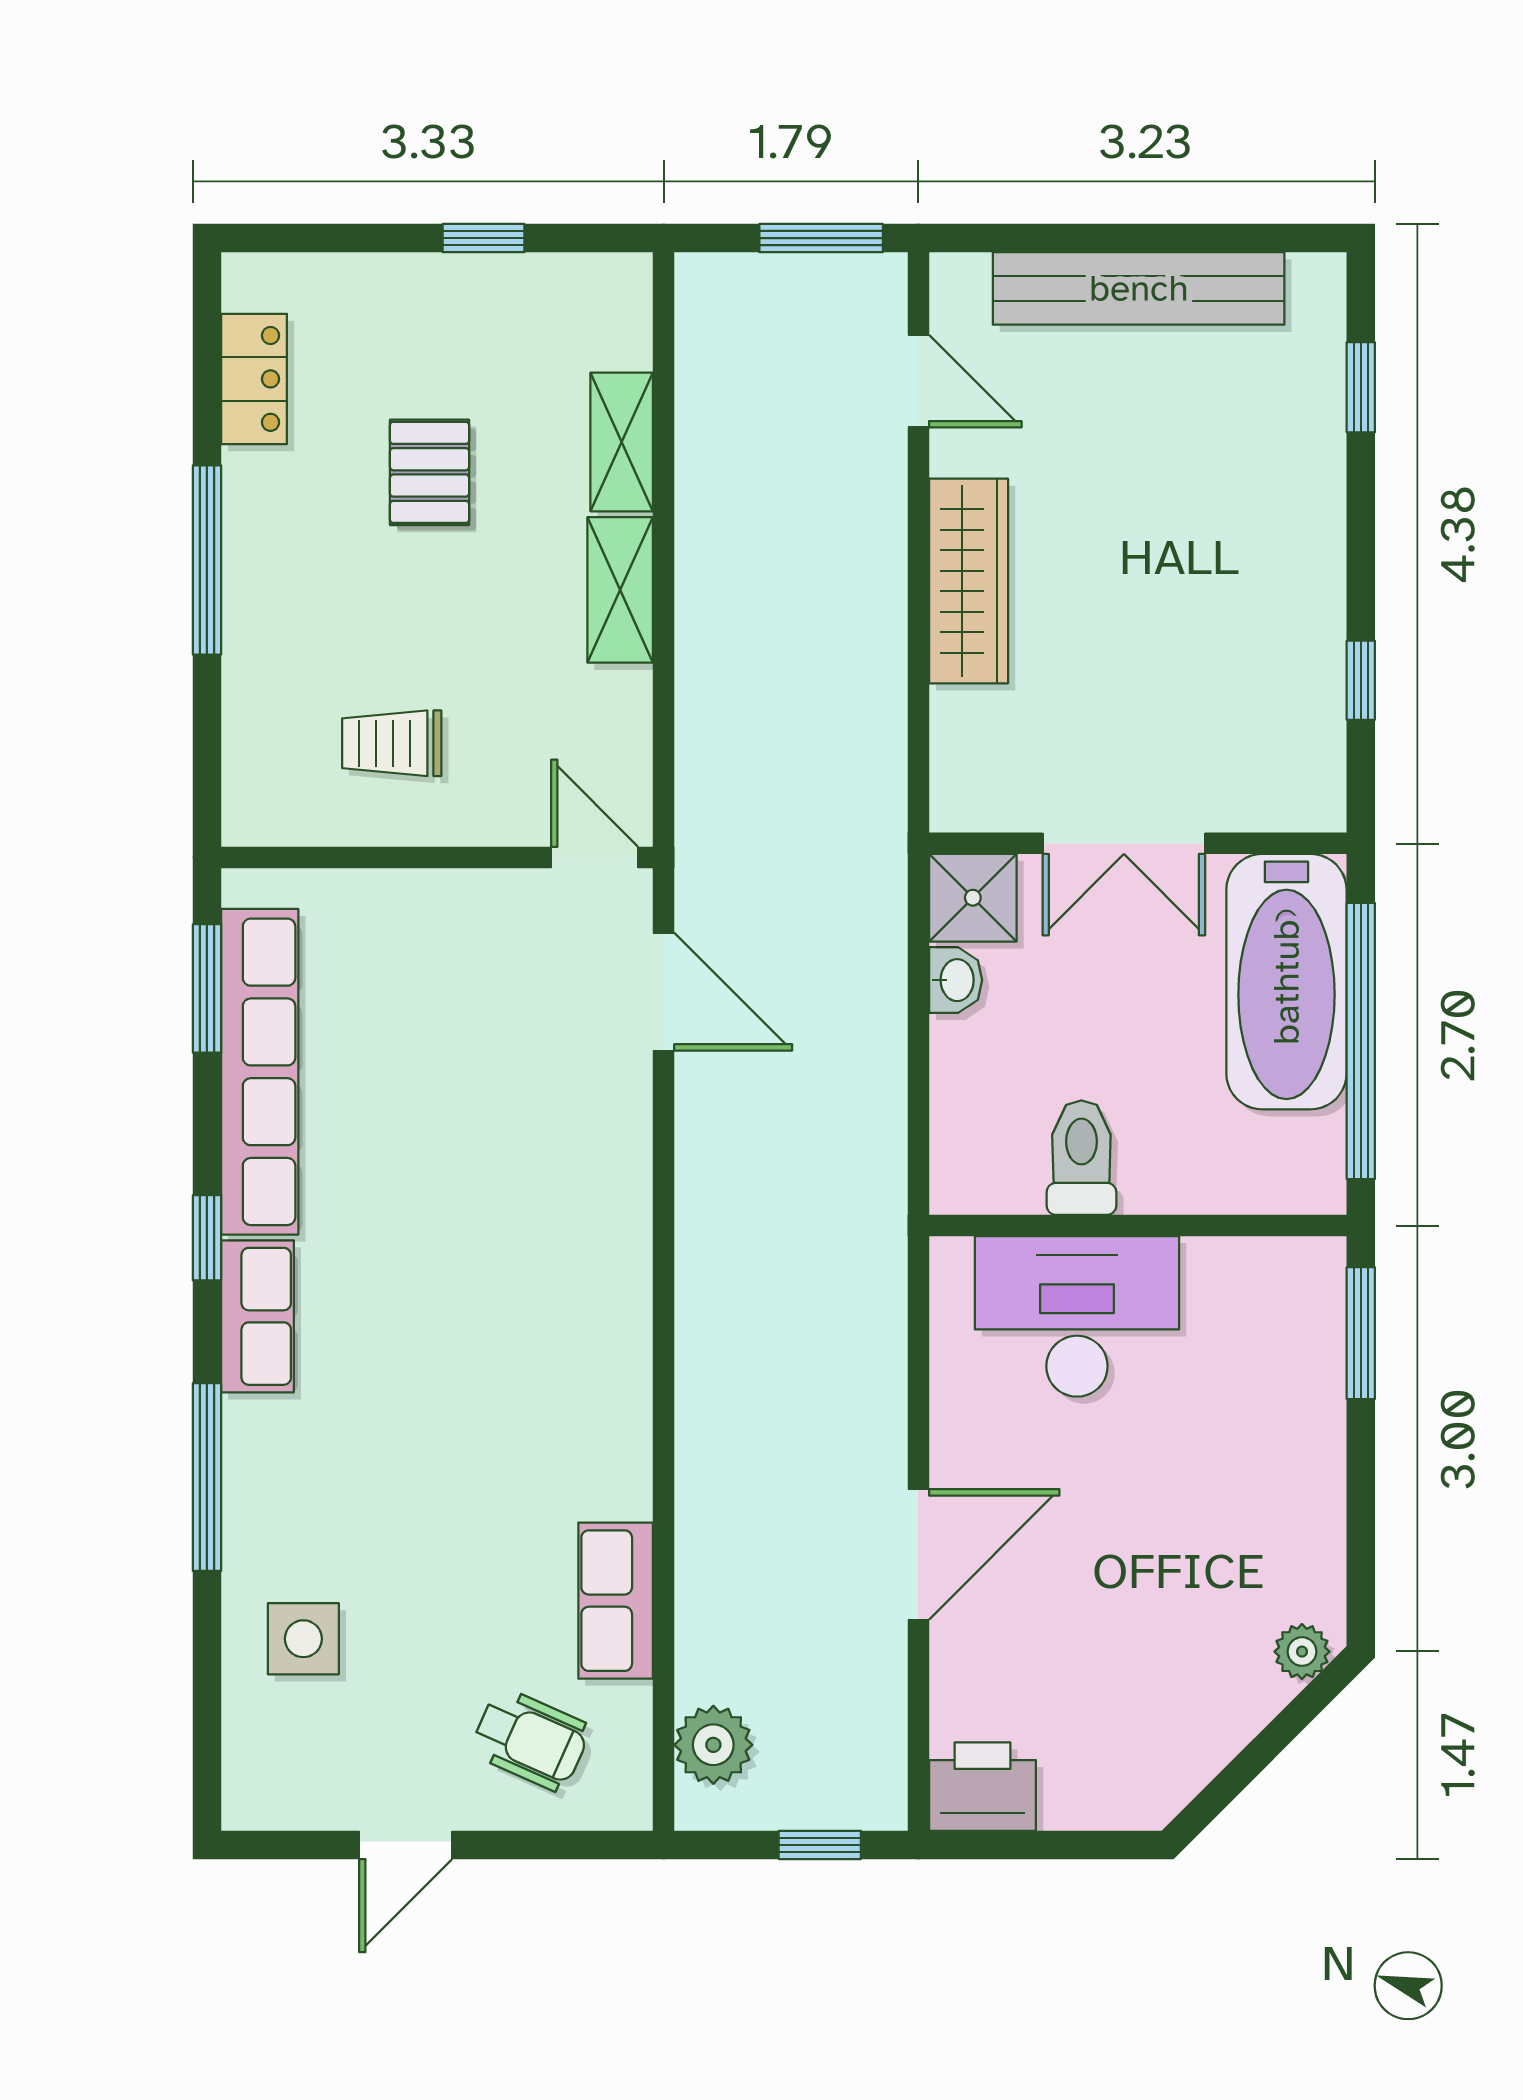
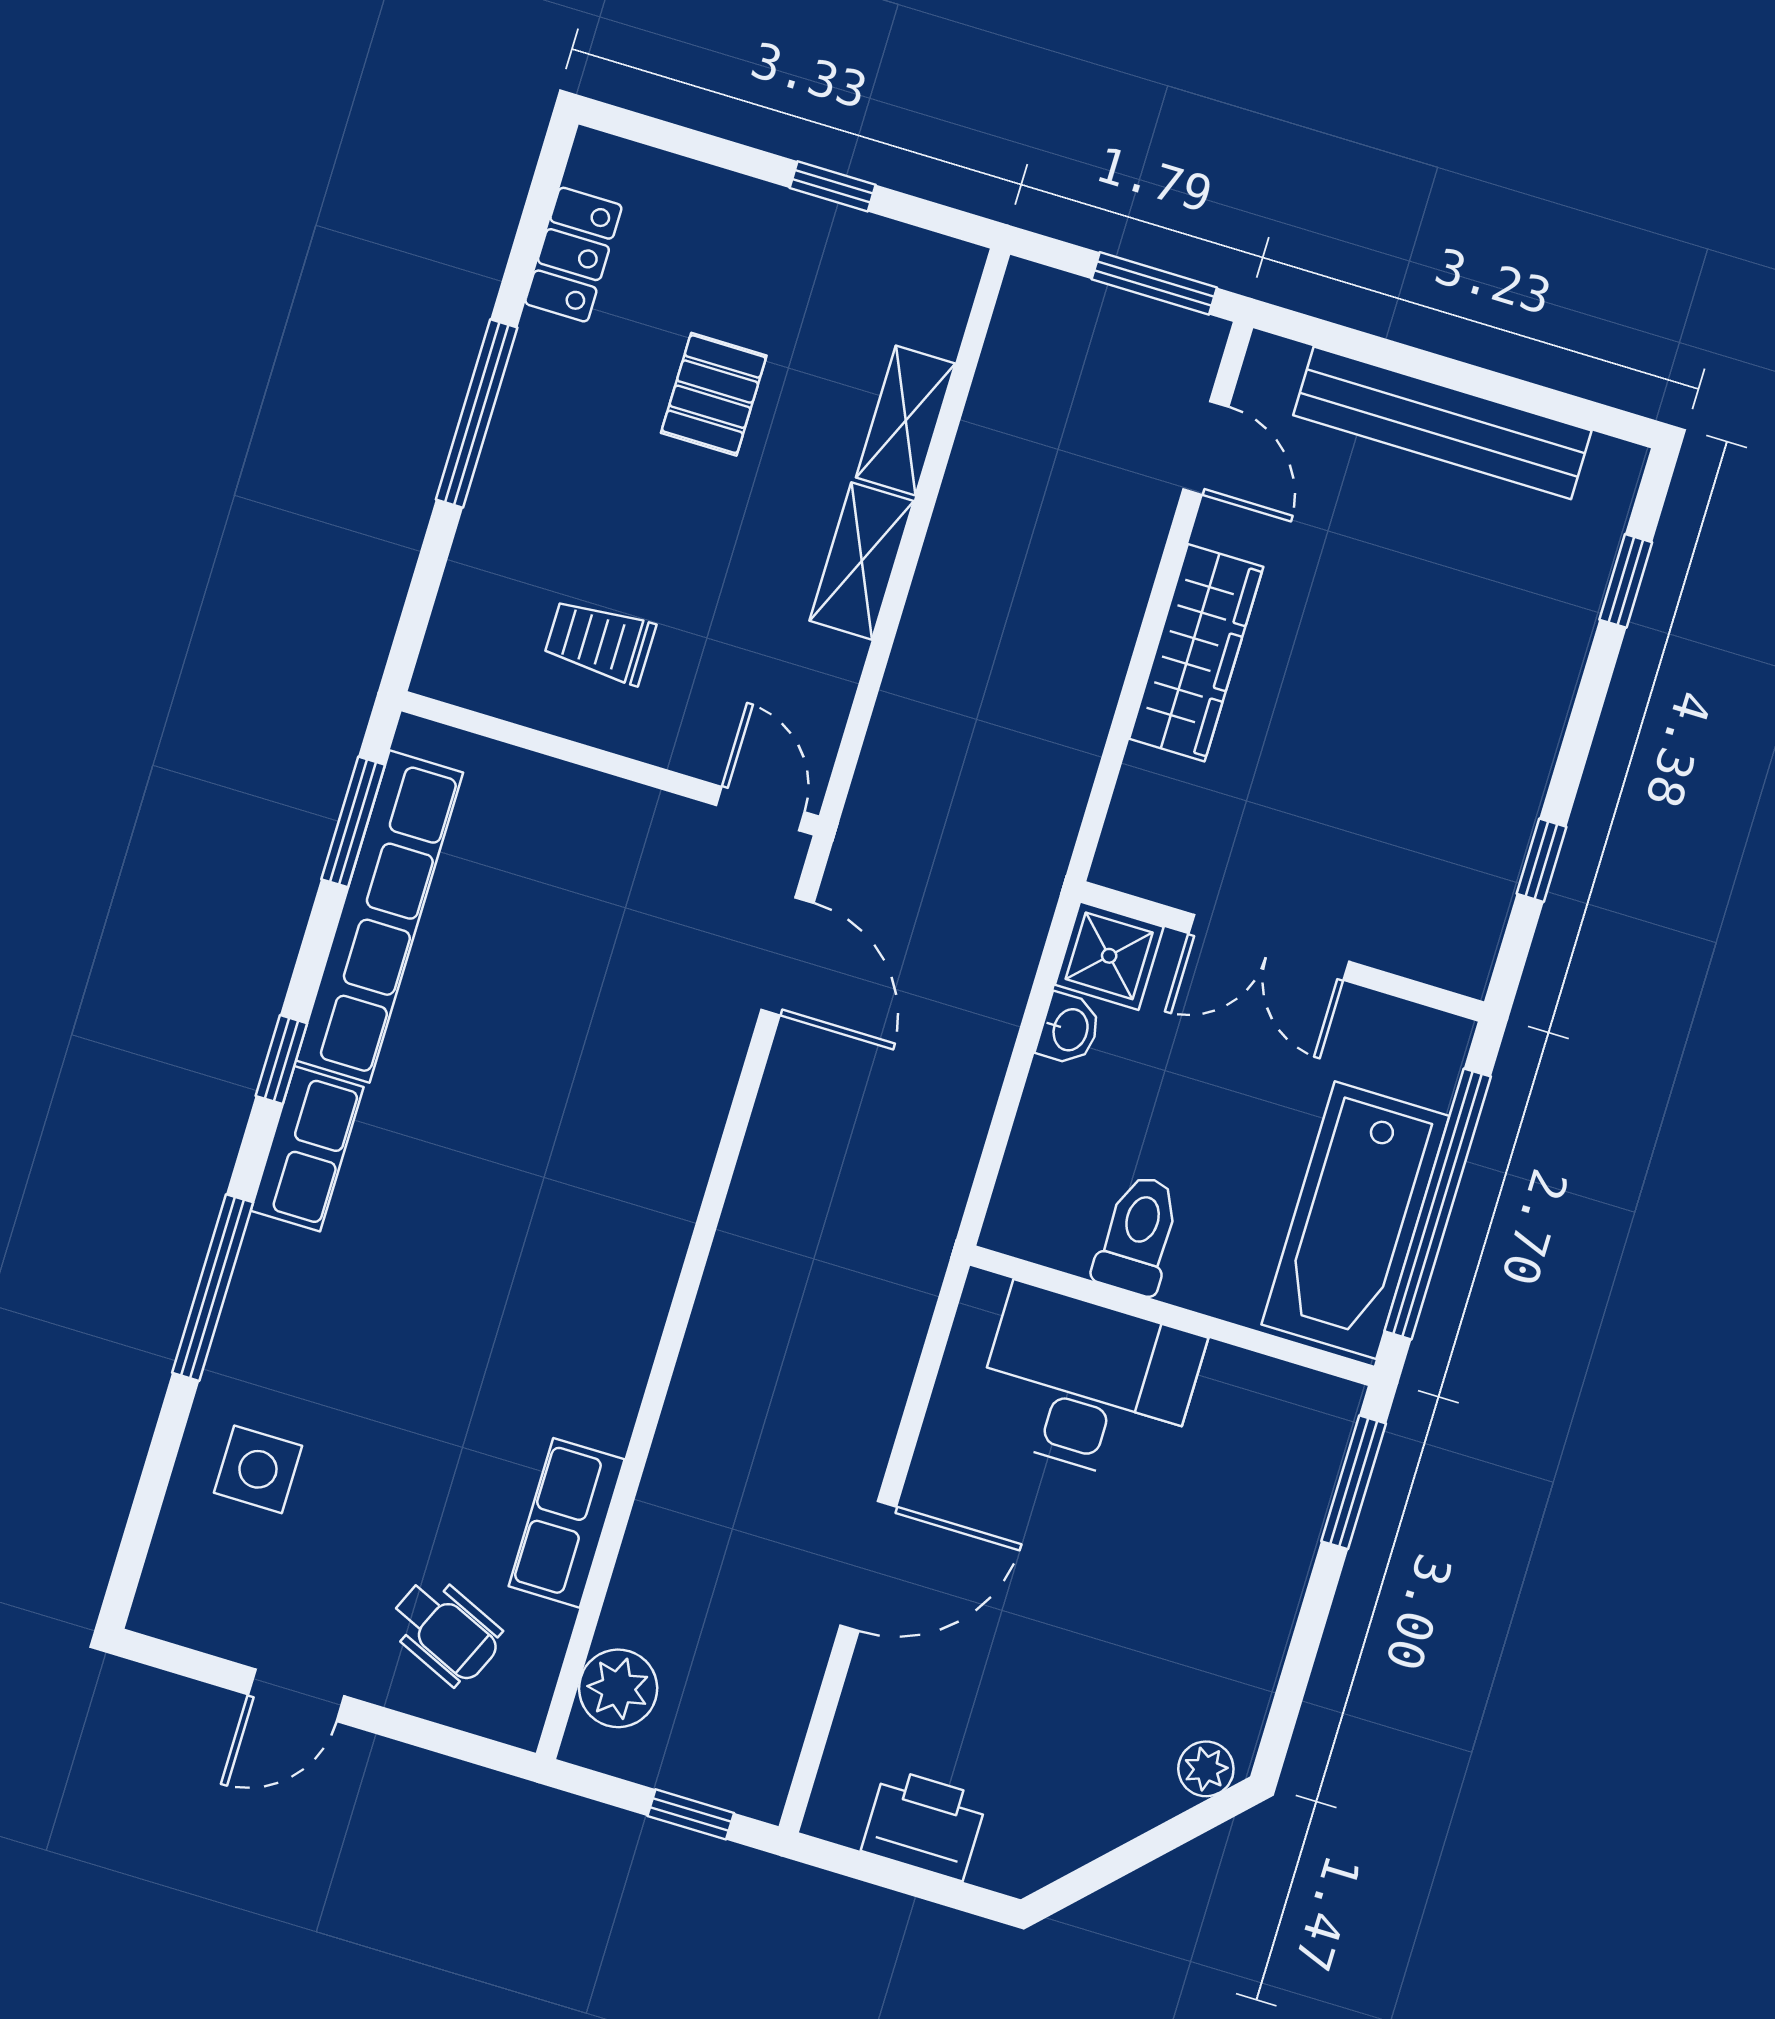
bathtub: (1286, 982) -> (1355, 1220), moved
printer: (982, 1787) -> (924, 1824), moved

